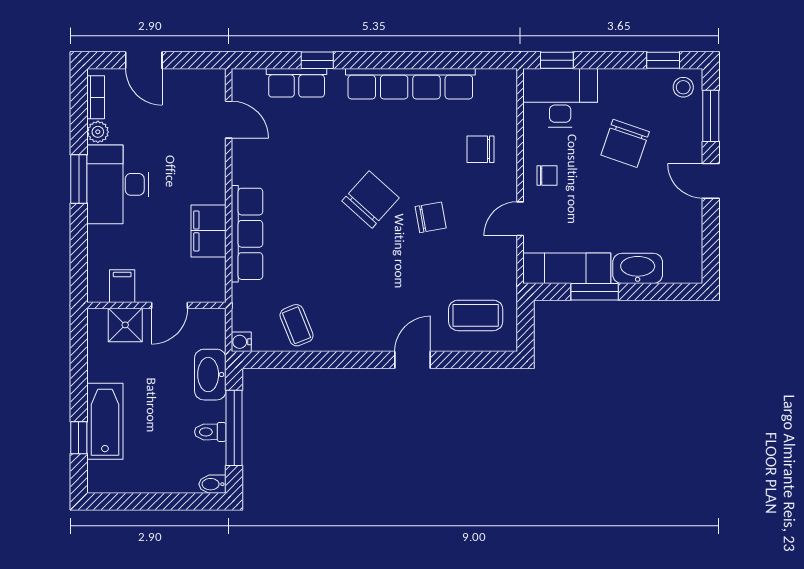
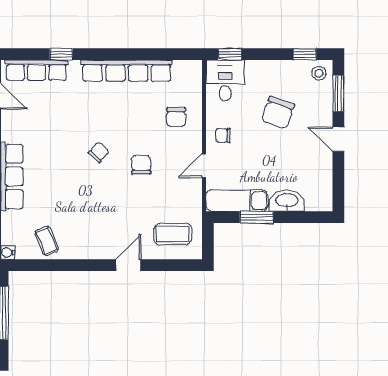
row of seats: (297, 83) -> (37, 70), width x1.48
desk: (560, 98) -> (225, 81), width x0.73
chair: (481, 149) -> (176, 117), turned -90
chair: (547, 176) -> (223, 135), turned 180
chair: (371, 199) -> (99, 152), width x0.54, depth x0.54
chair: (431, 217) -> (141, 165), turned -80

